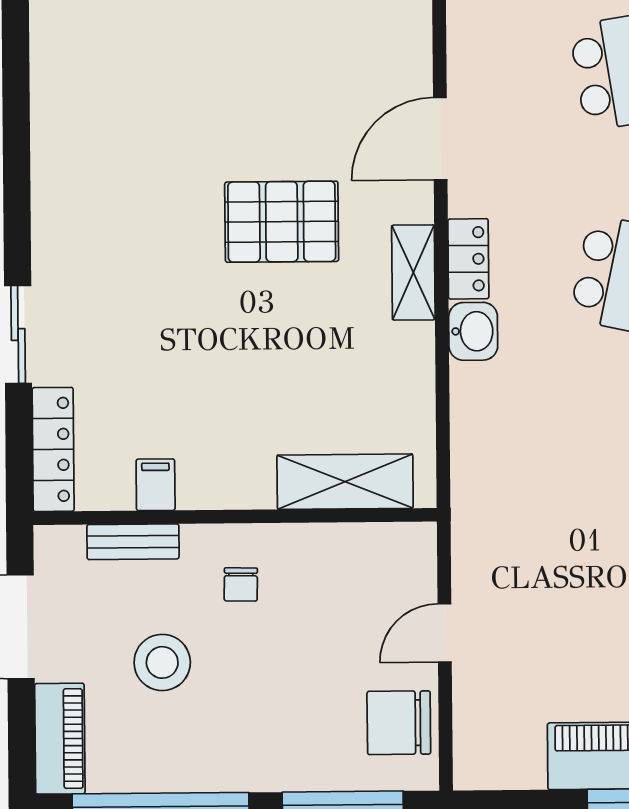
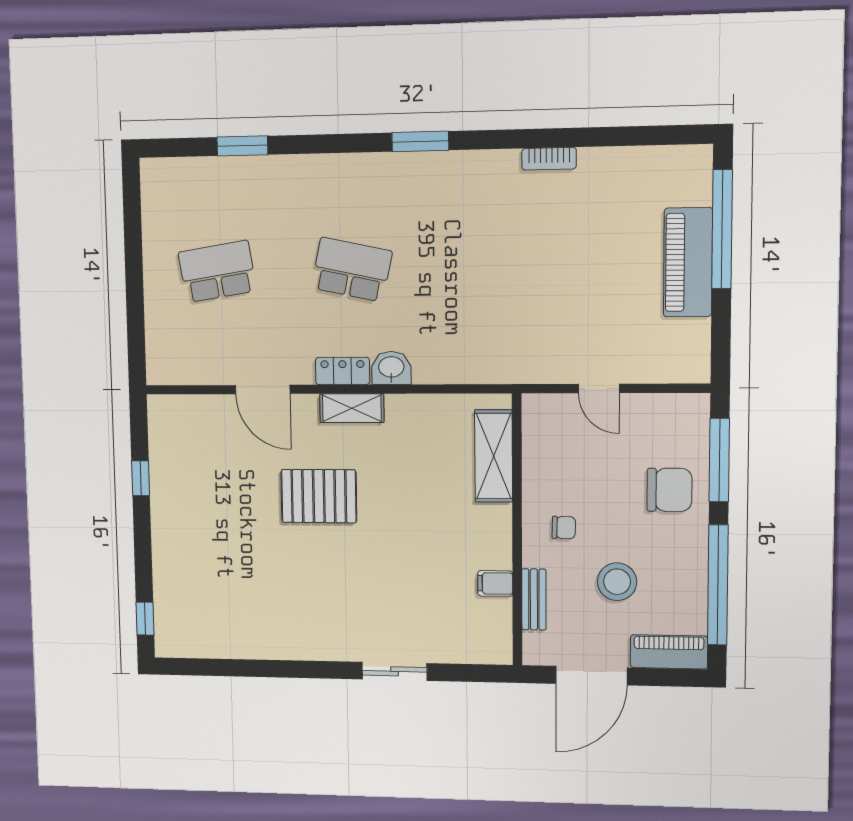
pallet: (282, 222) -> (319, 496), turned 90
locker: (53, 449) -> (471, 651), removed
chair: (399, 723) -> (669, 490), moved, turned -90

